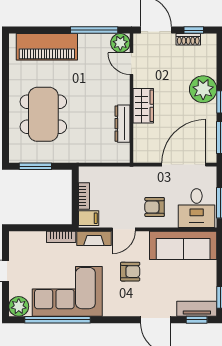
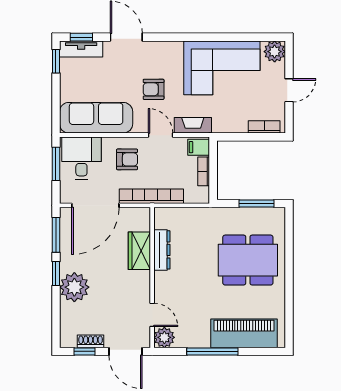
window: (94, 30) -> (212, 351), moved
wardrobe: (143, 106) -> (139, 251), moved
dining table: (43, 114) -> (248, 260), turned 90
bookcase: (132, 173) -> (151, 196), added
door: (124, 229) -> (161, 135), hinge flipped
bookcase: (61, 237) -> (264, 127), moved
window: (58, 320) -> (232, 37), removed

